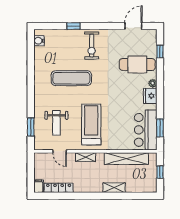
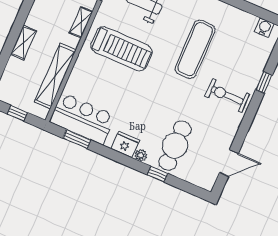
door: (133, 26) -> (229, 163), hinge flipped
window: (160, 52) -> (157, 174), moved

